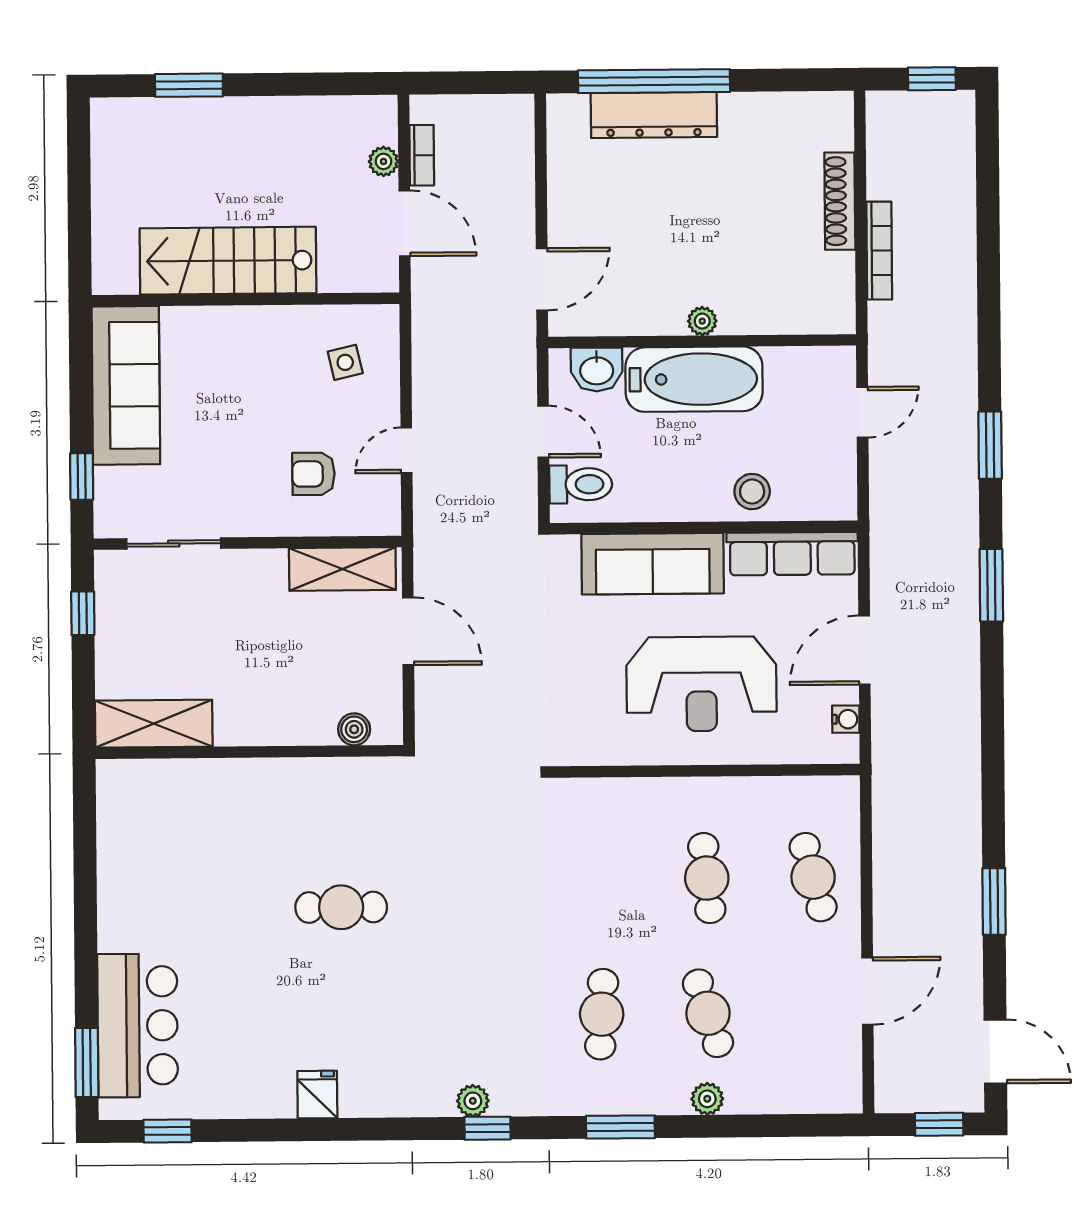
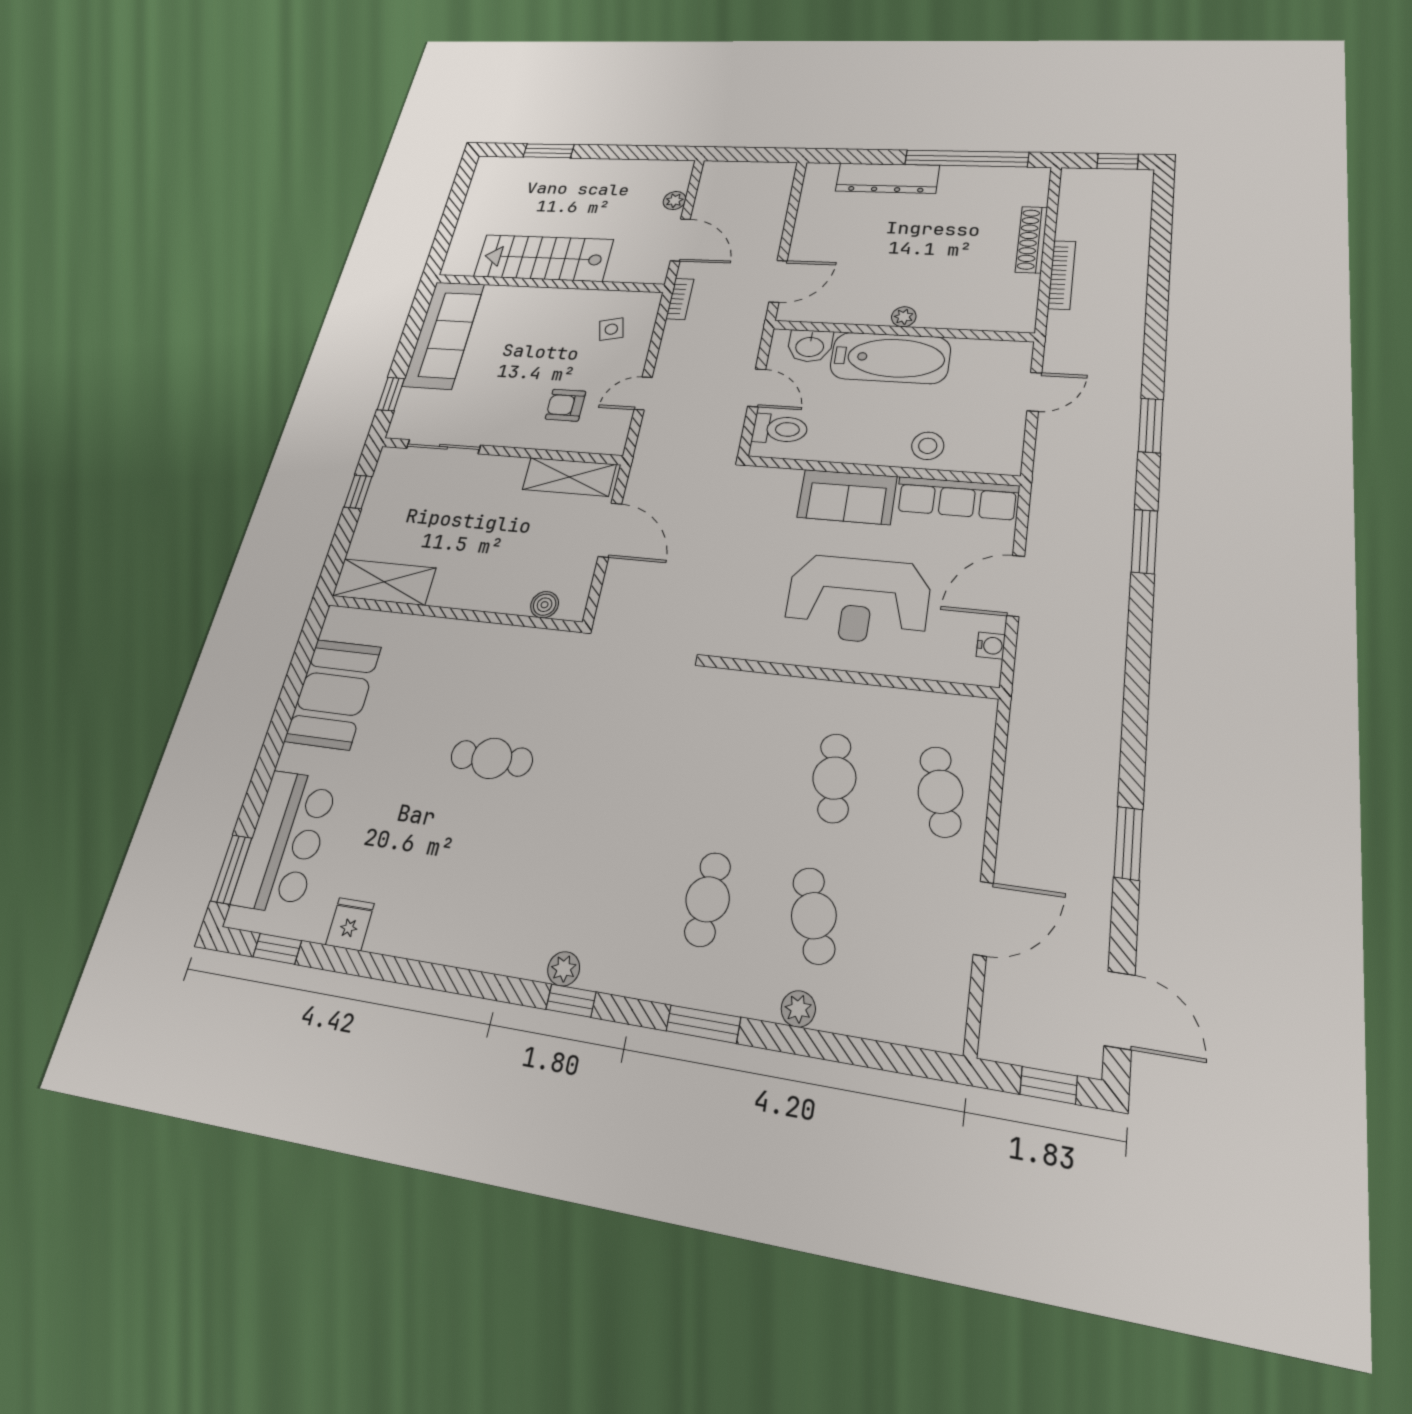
window: (654, 81) -> (966, 159), moved
bookcase: (422, 155) -> (680, 299), moved
sofa: (653, 564) -> (847, 497), width x0.73
booth: (137, 861) -> (333, 694), added
fridge: (317, 1095) -> (350, 924), moved

